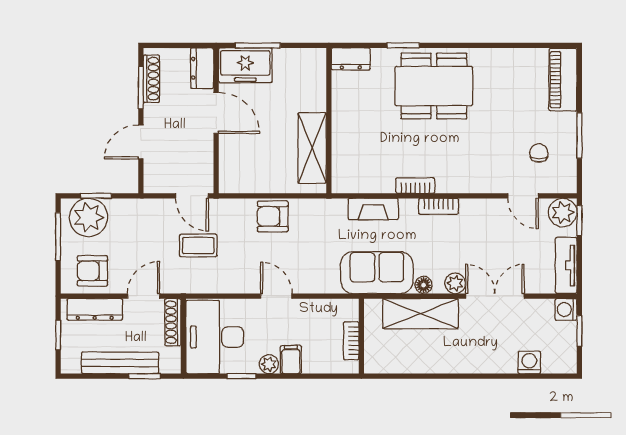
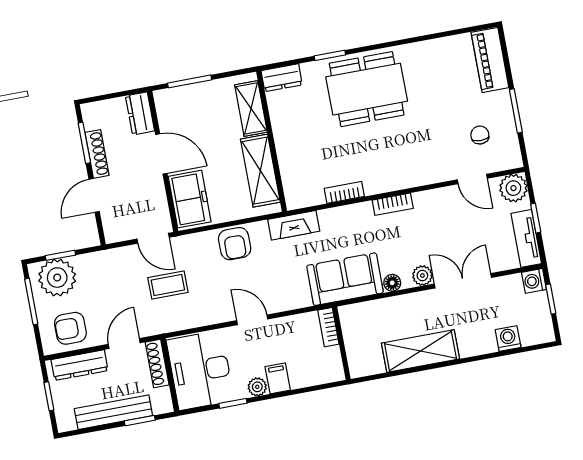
freezer: (245, 65) -> (190, 199), moved, turned -90
shoe rack: (151, 79) -> (97, 154), moved
shelving: (314, 84) -> (251, 108), added
bookcase: (415, 185) -> (344, 192), moved
fireplace: (373, 209) -> (294, 225), moved
armchair: (273, 216) -> (235, 244), turned -90
window: (579, 221) -> (536, 218), moved
shelving: (420, 314) -> (420, 351), moved
bookcase: (351, 341) -> (328, 327), moved

